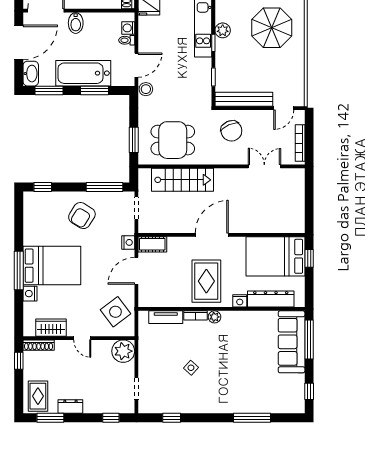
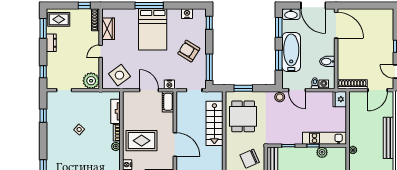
bidet: (76, 23) -> (327, 61), moved
nightstand: (30, 294) -> (187, 14), moved

